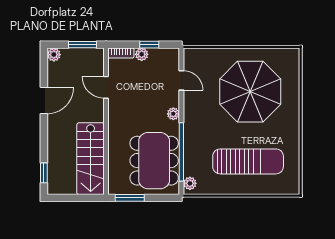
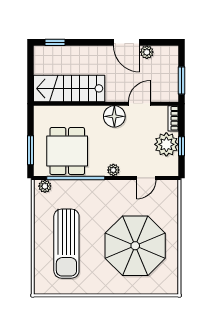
plant: (142, 54) -> (166, 144), width x1.87, depth x1.87
plant: (54, 55) -> (147, 52), moved
floor lamp: (119, 113) -> (114, 116), added
dining table: (154, 161) -> (67, 151), width x0.73
window: (130, 198) -> (31, 150), moved

